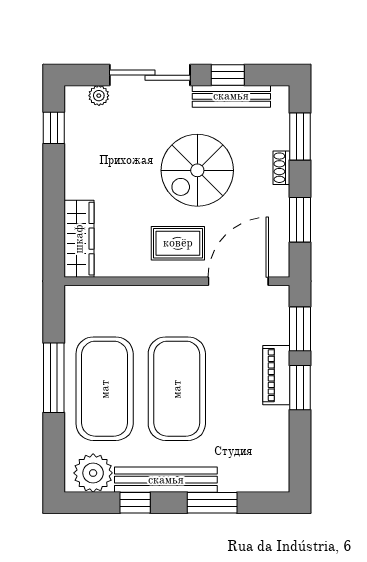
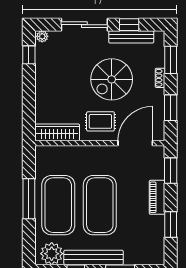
plant: (99, 96) -> (42, 36), moved
wardrobe: (79, 239) -> (57, 132), moved, turned -90
window: (300, 388) -> (171, 224), moved

